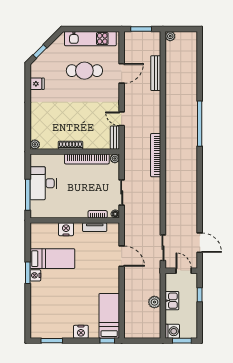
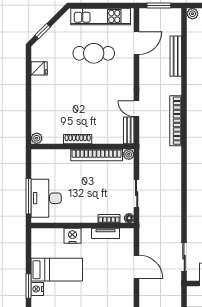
door: (122, 73) -> (137, 43), moved
bookcase: (156, 155) -> (176, 121), moved
desk: (43, 183) -> (46, 198), moved

